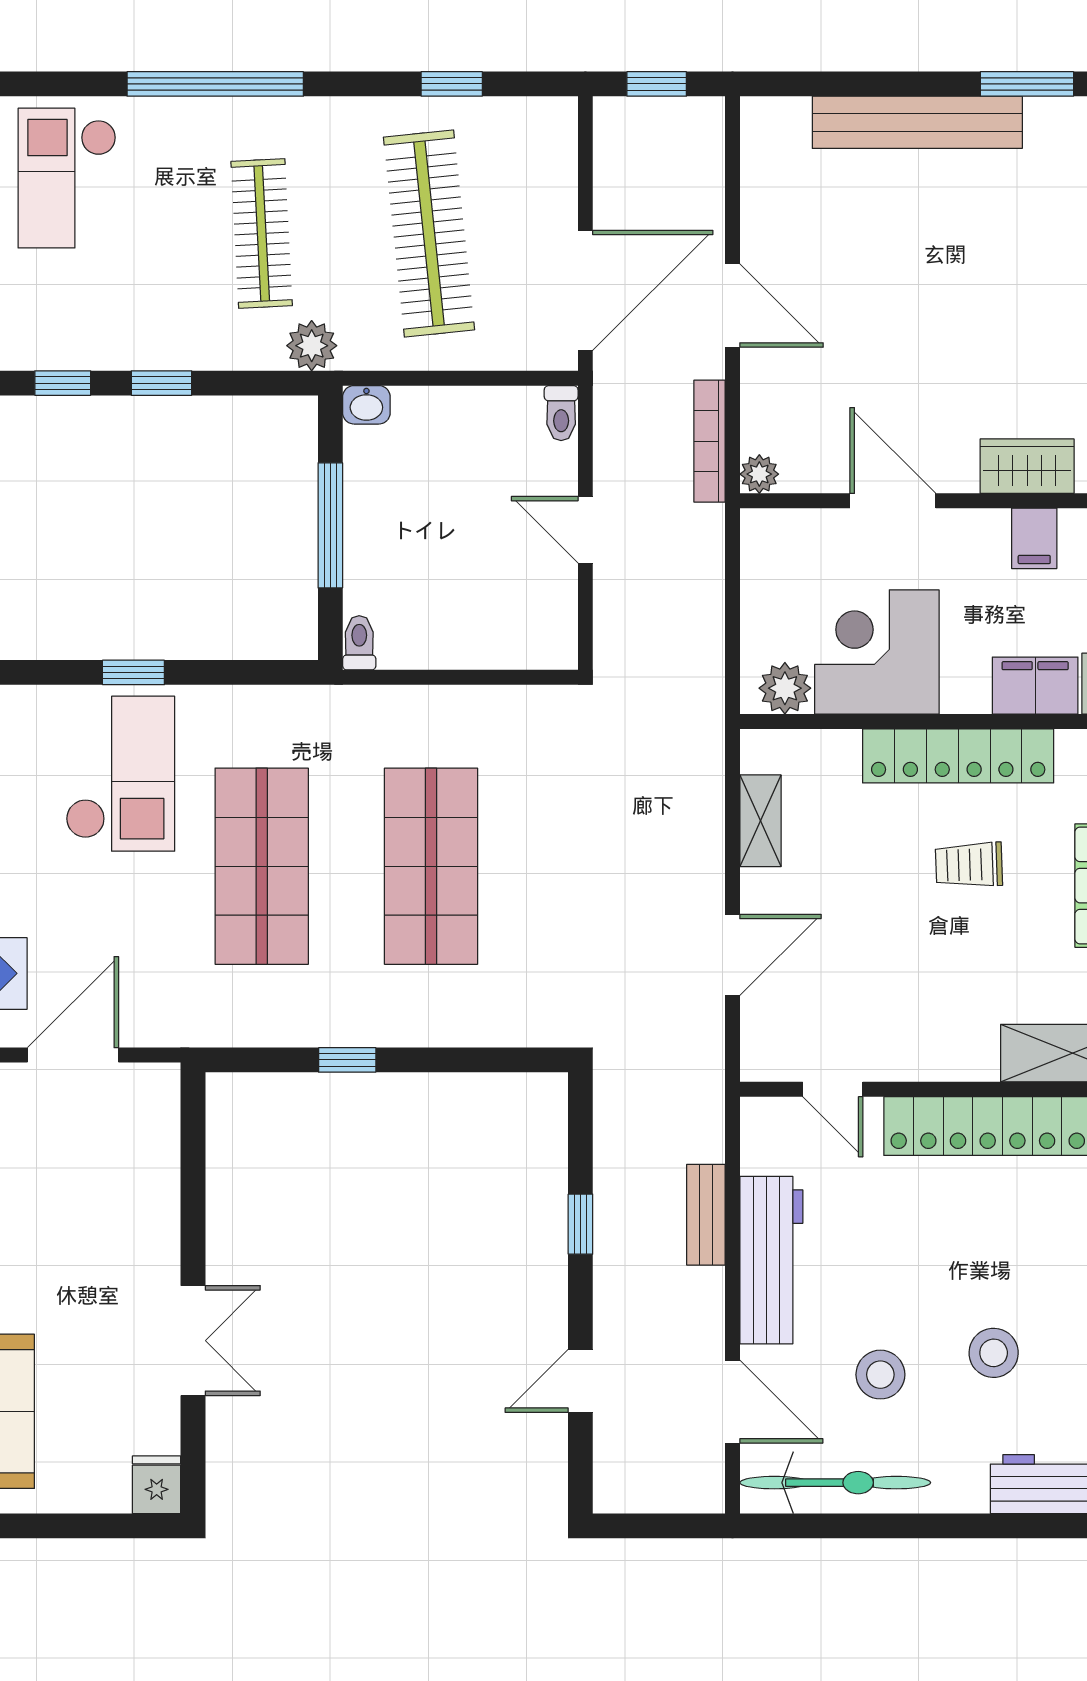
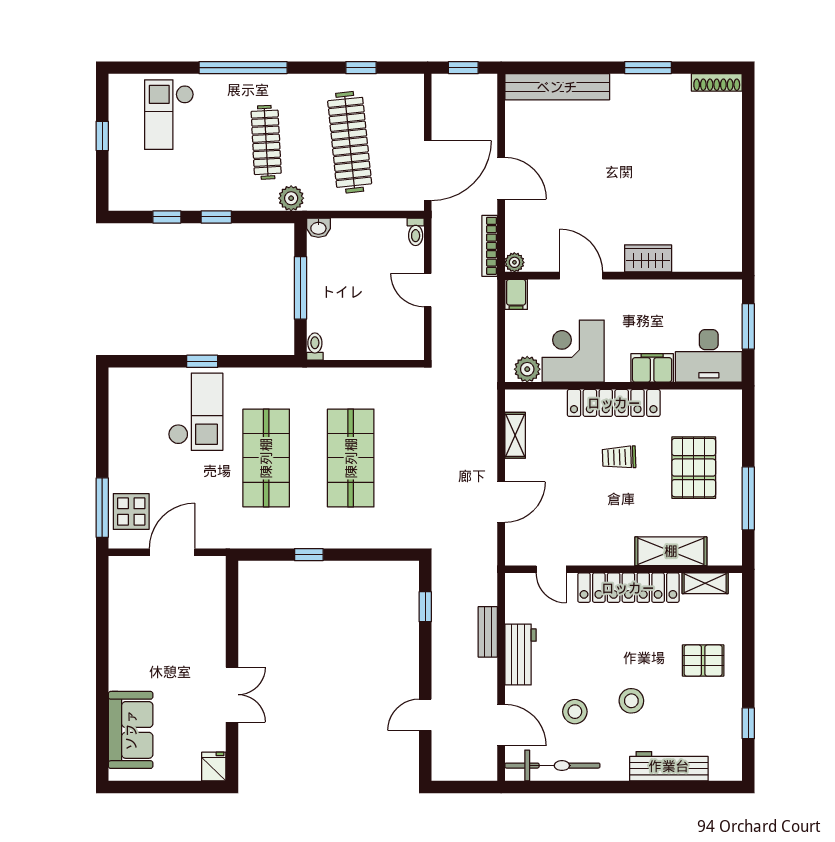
bench: (917, 122) -> (557, 87), moved
filing cabinet: (1034, 538) -> (516, 294), moved
window: (580, 1224) -> (425, 607), moved
workbench: (771, 1260) -> (520, 655), width x0.73

